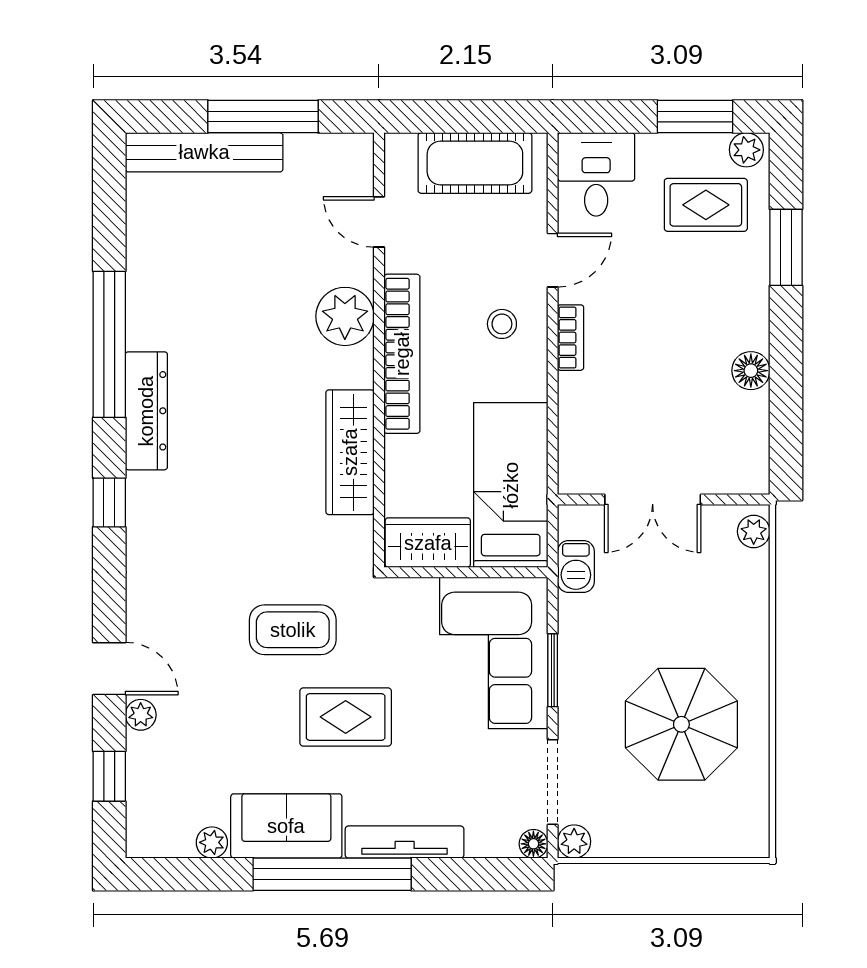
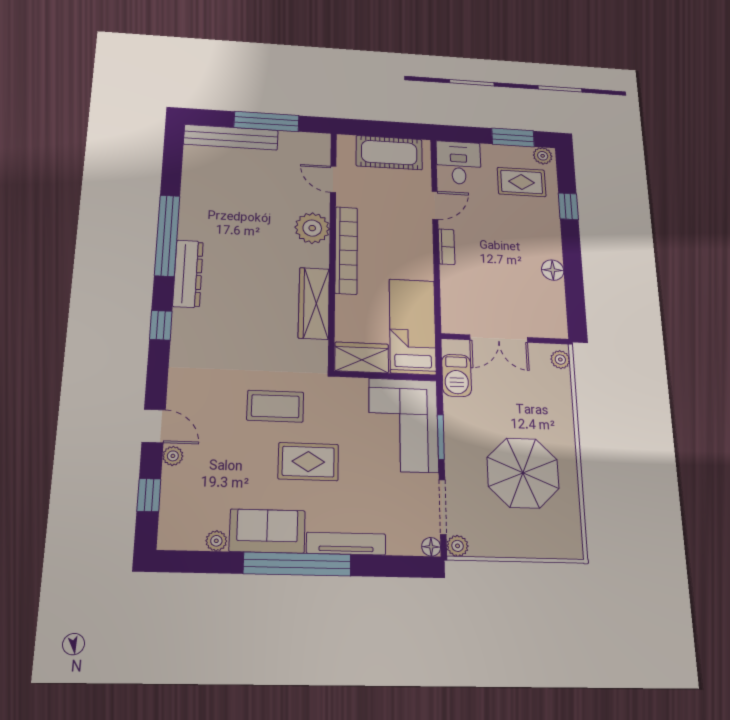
window: (786, 247) -> (568, 206), width x0.67
stool: (502, 324) -> (406, 237), removed
barbecue: (576, 566) -> (457, 375), width x1.38, depth x1.27

